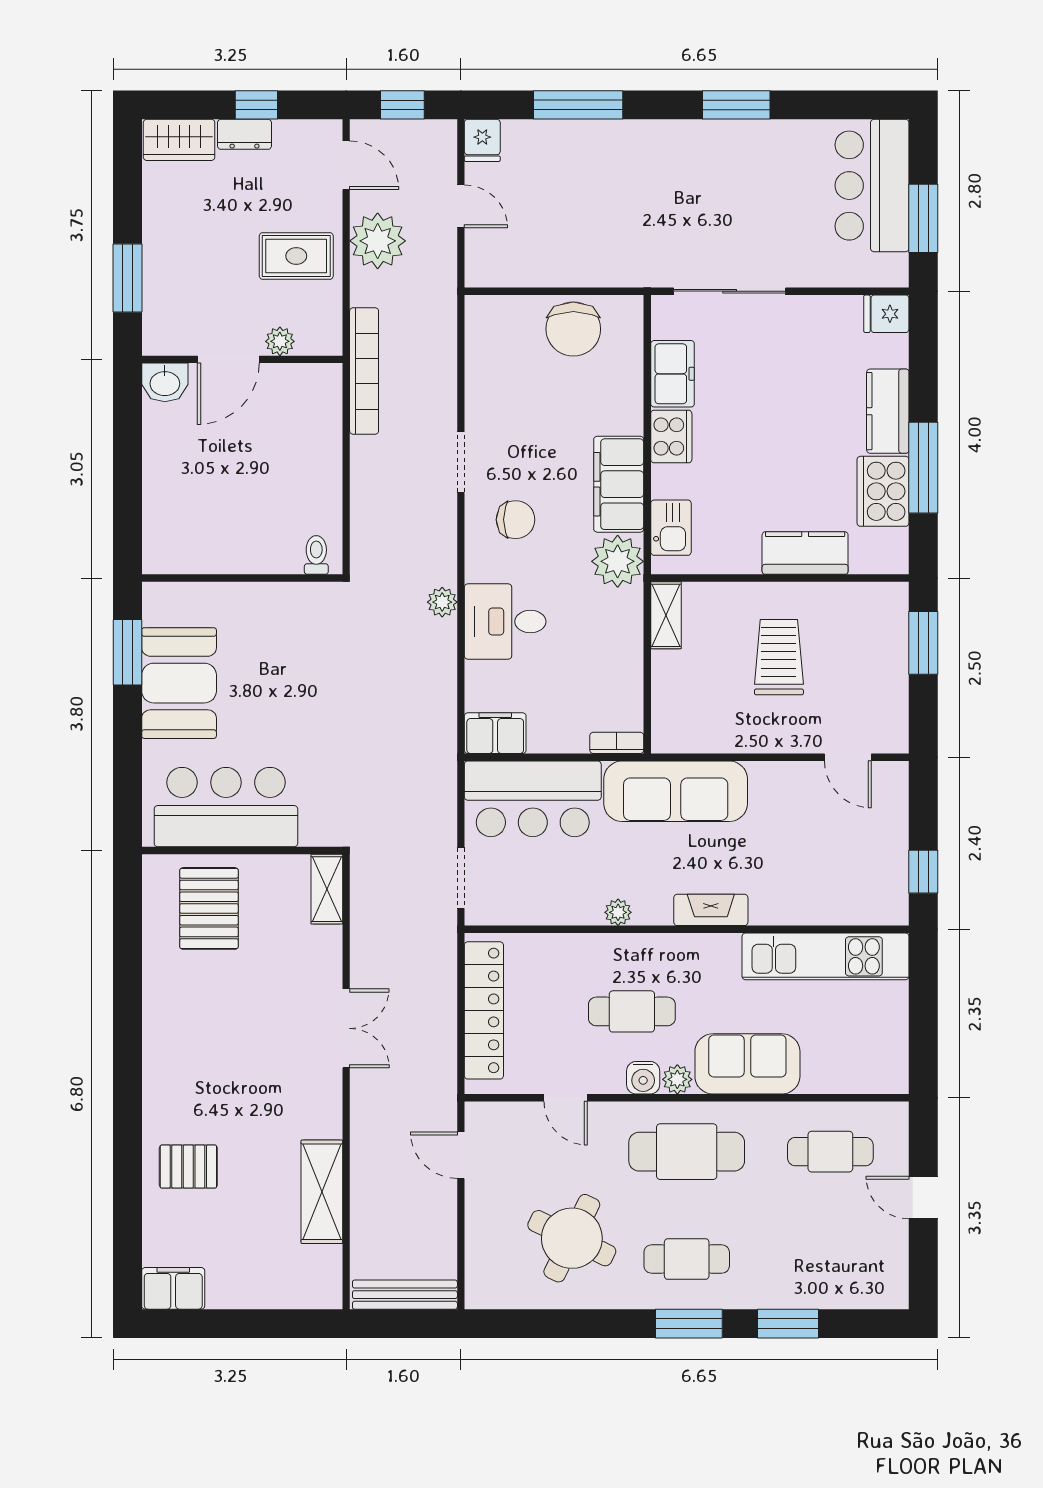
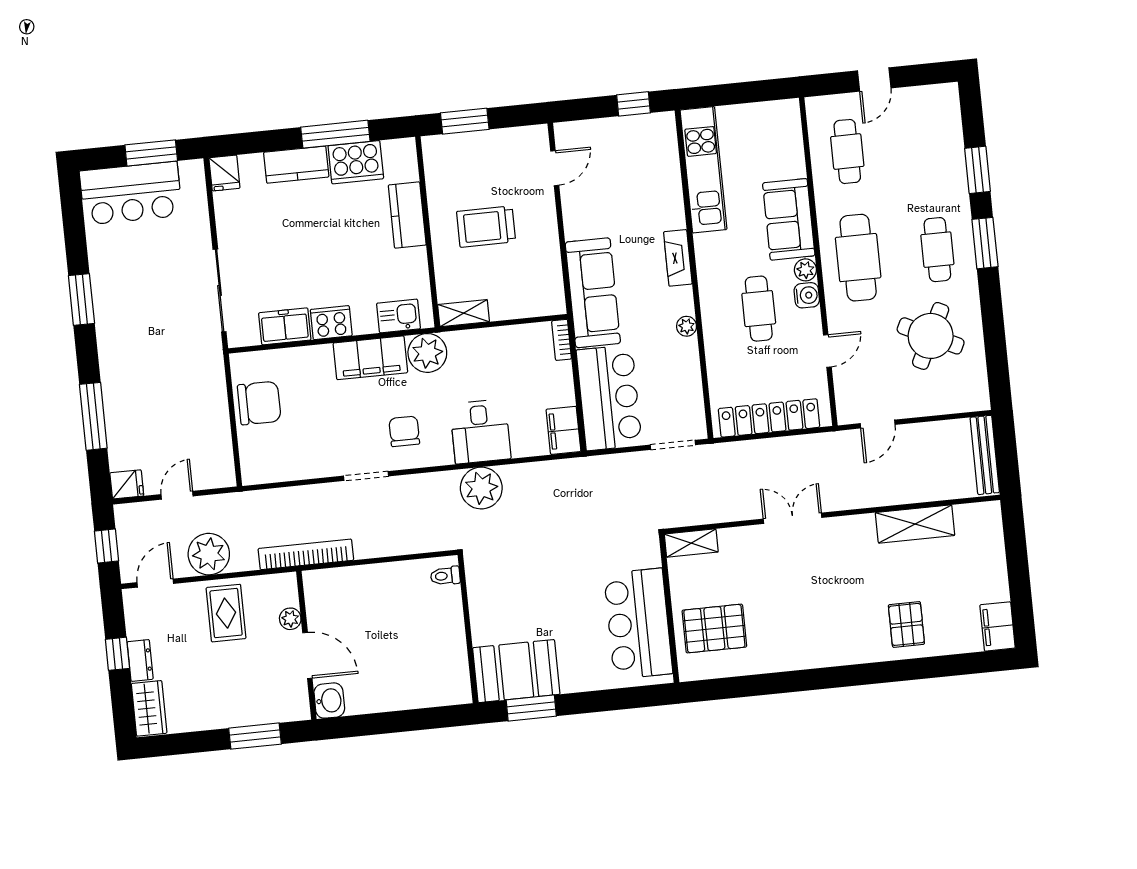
plant: (442, 602) -> (481, 488), width x1.88, depth x1.88
booth: (179, 683) -> (516, 671), moved

